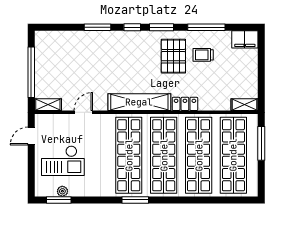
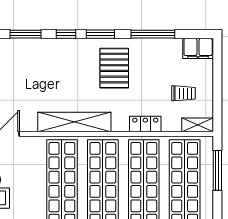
trolley: (203, 55) -> (184, 93), moved, turned 180
locker: (185, 104) -> (145, 124), moved

